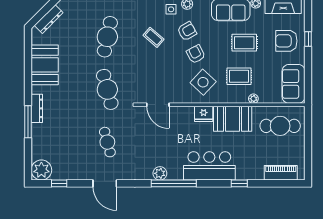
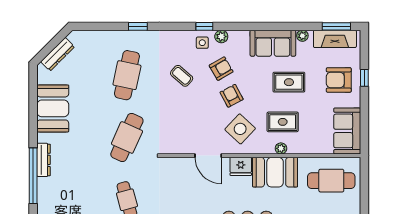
cafe table: (107, 89) -> (127, 137), turned 39
plant: (253, 99) -> (281, 148), moved
door: (158, 105) -> (208, 156), moved
window: (28, 122) -> (33, 176), width x1.46

